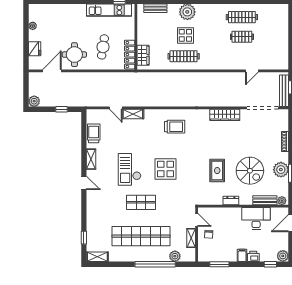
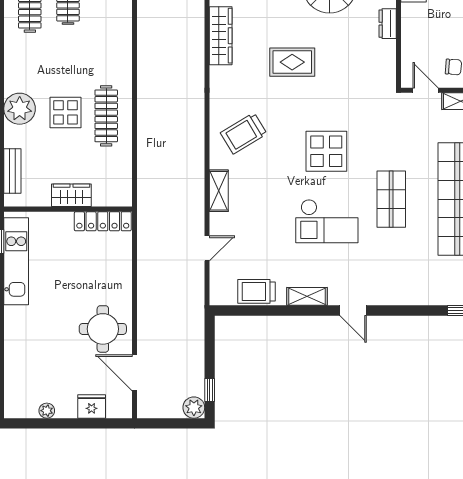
cafe table: (103, 47) -> (88, 273), removed
wardrobe: (143, 55) -> (71, 195), moved
window: (61, 109) -> (210, 390), moved
shelving: (133, 114) -> (219, 191), moved
trolley: (175, 127) -> (244, 133), turned -121
rug: (217, 171) -> (292, 62), moved
door: (84, 183) -> (353, 311), swing flipped
door: (197, 220) -> (425, 90), hinge flipped

